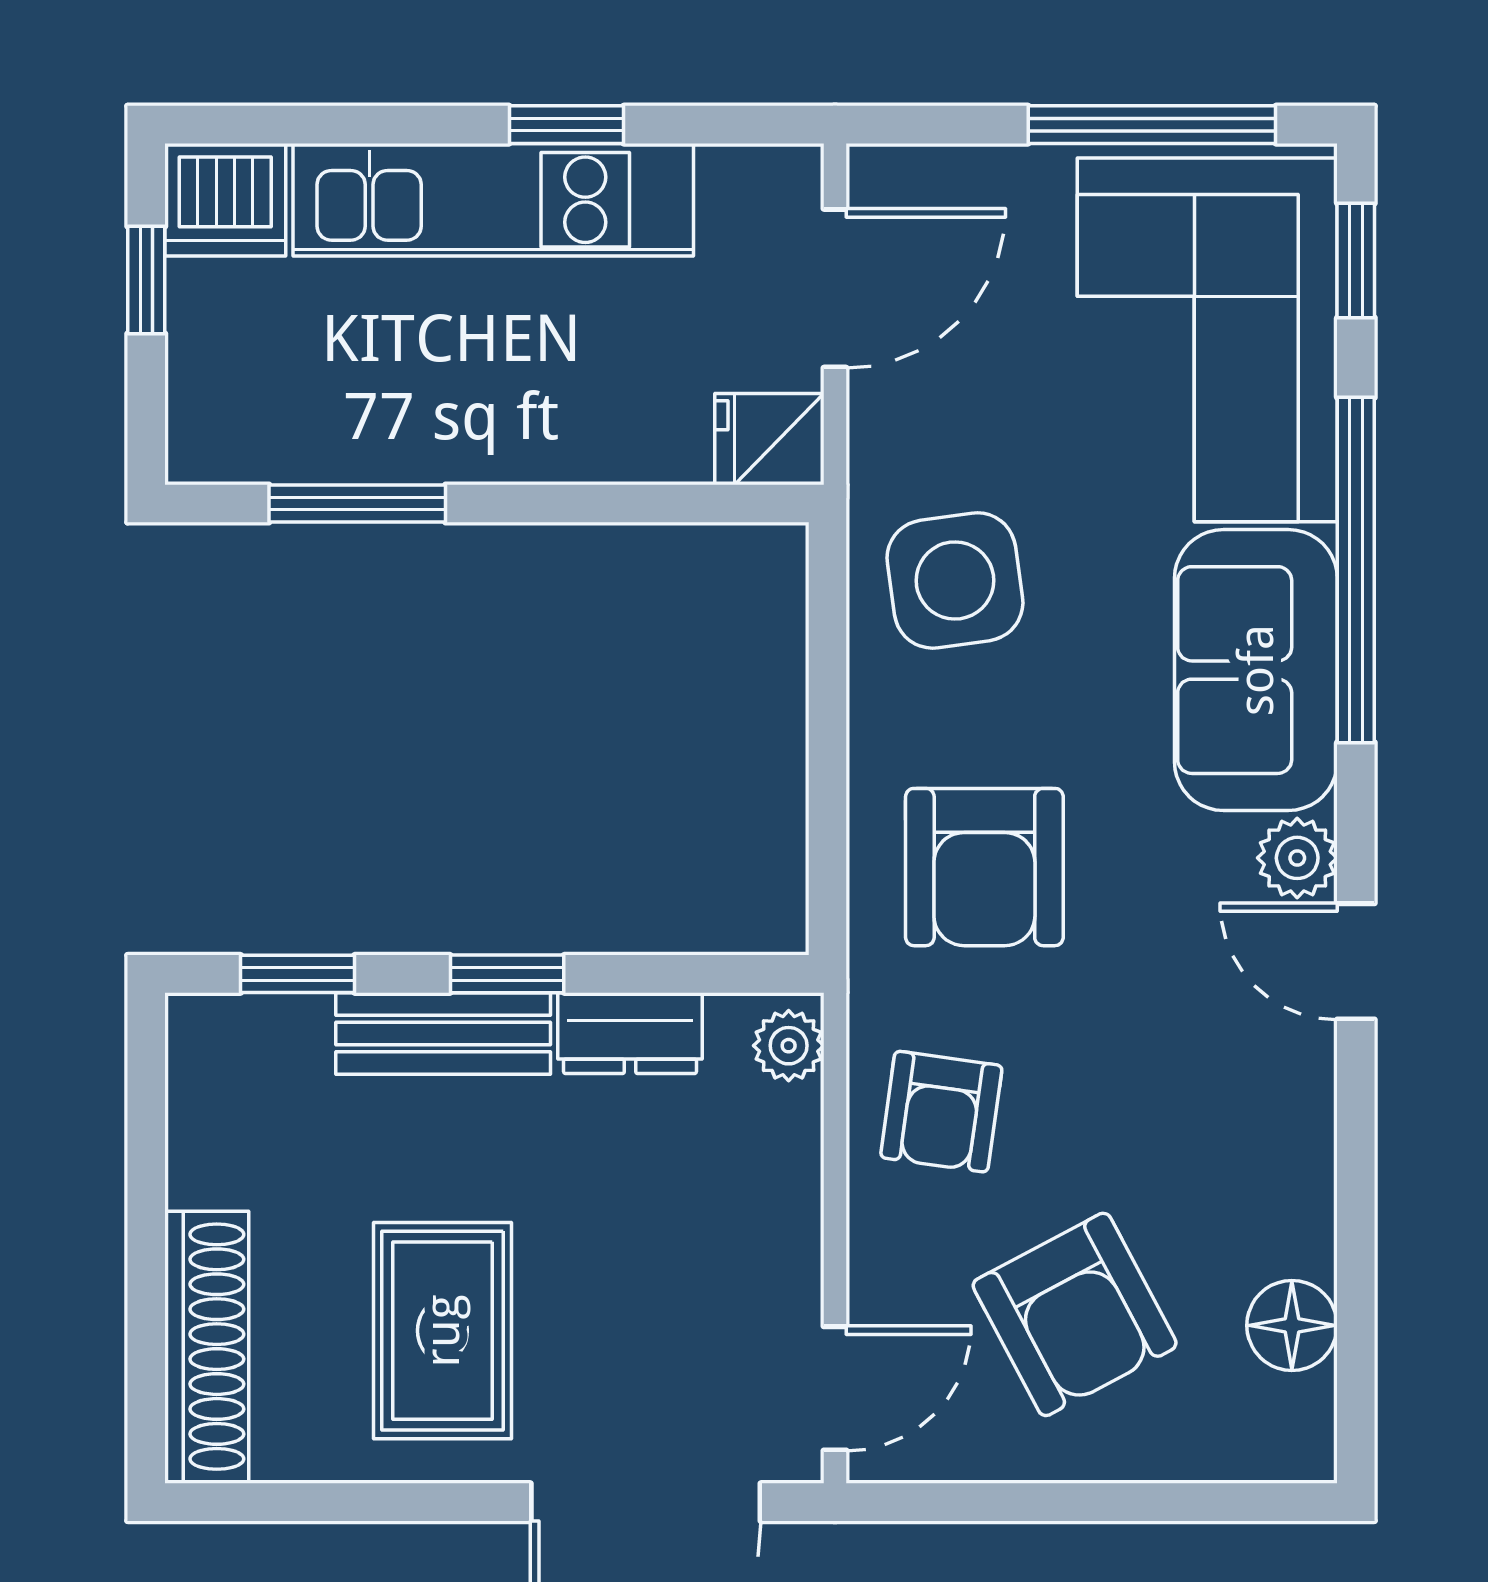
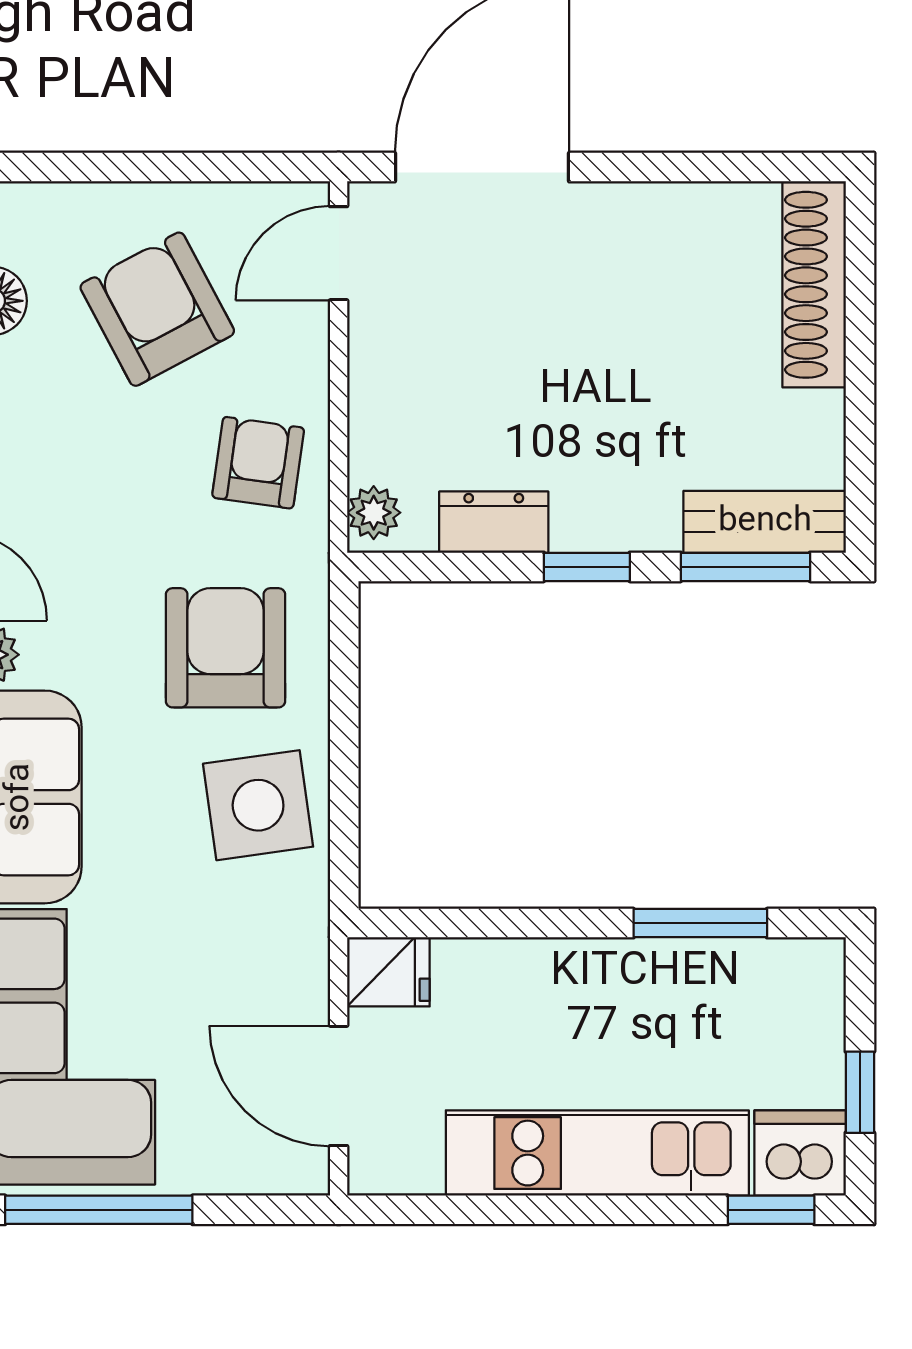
window: (566, 125) -> (771, 1210), moved
door: (835, 288) -> (339, 1086), hinge flipped
side table: (955, 580) -> (258, 805), moved
window: (298, 974) -> (745, 567), width x1.50
bench: (443, 1034) -> (765, 522), moved
rug: (442, 1331) -> (636, 297), removed

